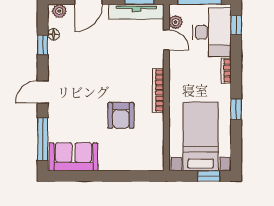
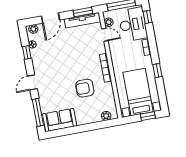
armchair: (121, 115) -> (85, 88), turned 90
plant: (145, 164) -> (106, 116), added

